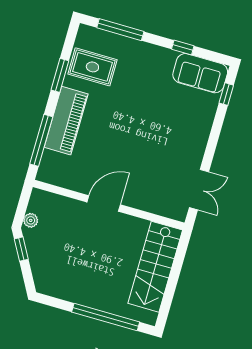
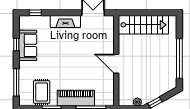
sofa: (200, 73) -> (28, 45), moved
fireplace: (198, 139) -> (65, 22), added
window: (106, 317) -> (179, 58), moved

